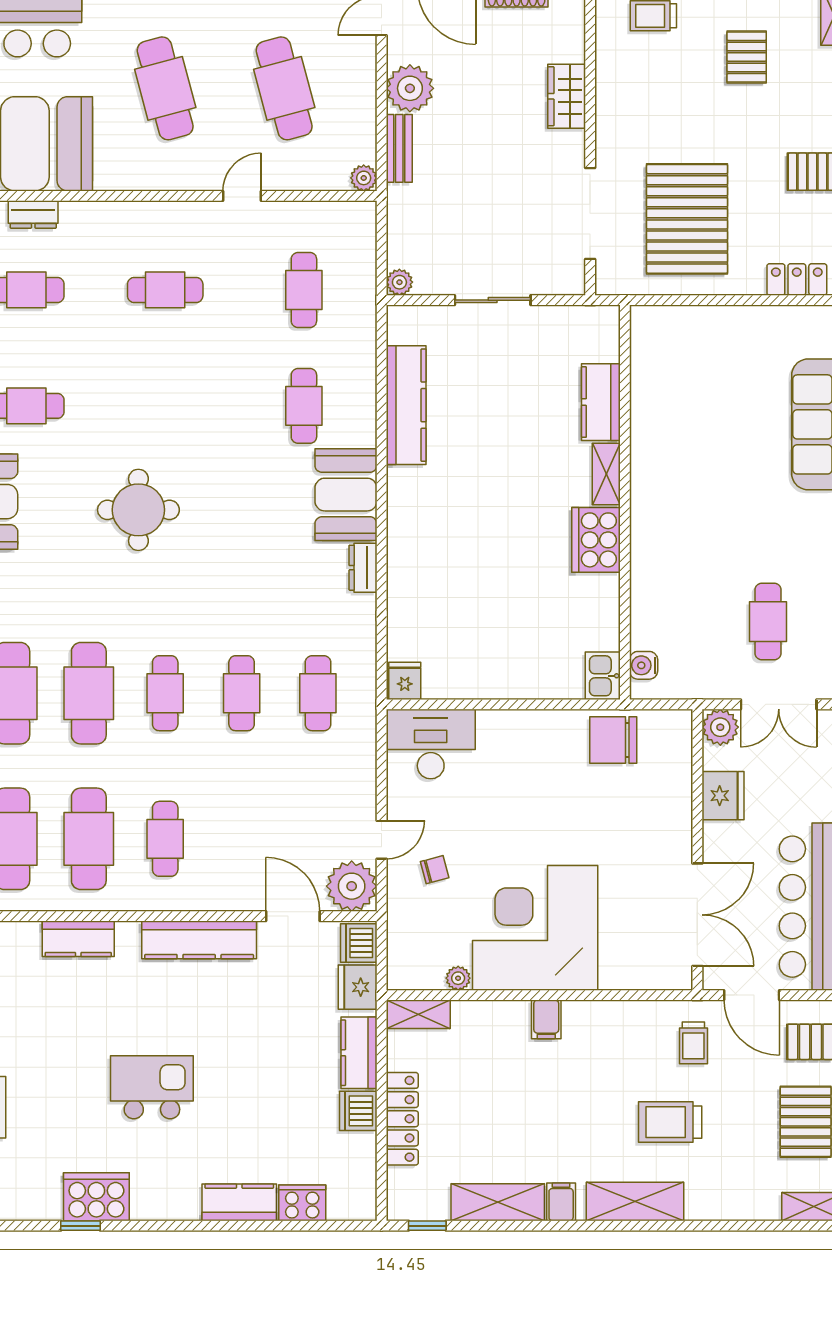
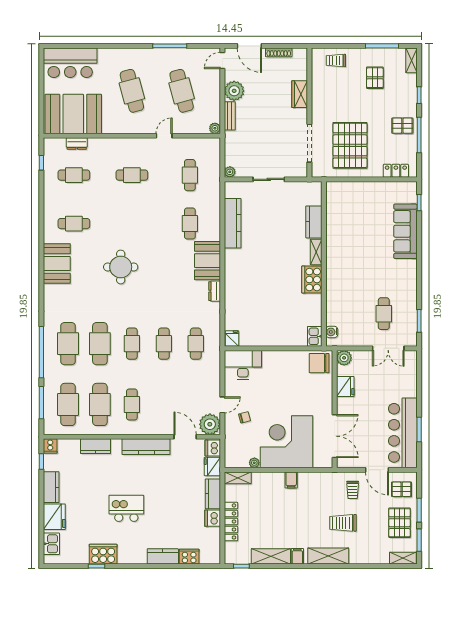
plant: (720, 727) -> (344, 358), moved
fridge: (723, 796) -> (345, 386), moved
wall: (697, 850) -> (335, 409), moved
double door: (697, 915) -> (335, 436), moved

